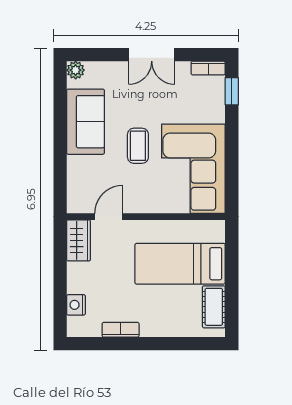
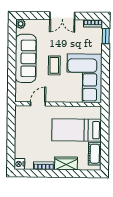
sofa: (85, 122) -> (26, 58), width x1.36
wardrobe: (79, 240) -> (66, 163), moved, turned -90
nightstand: (76, 305) -> (19, 164), moved

